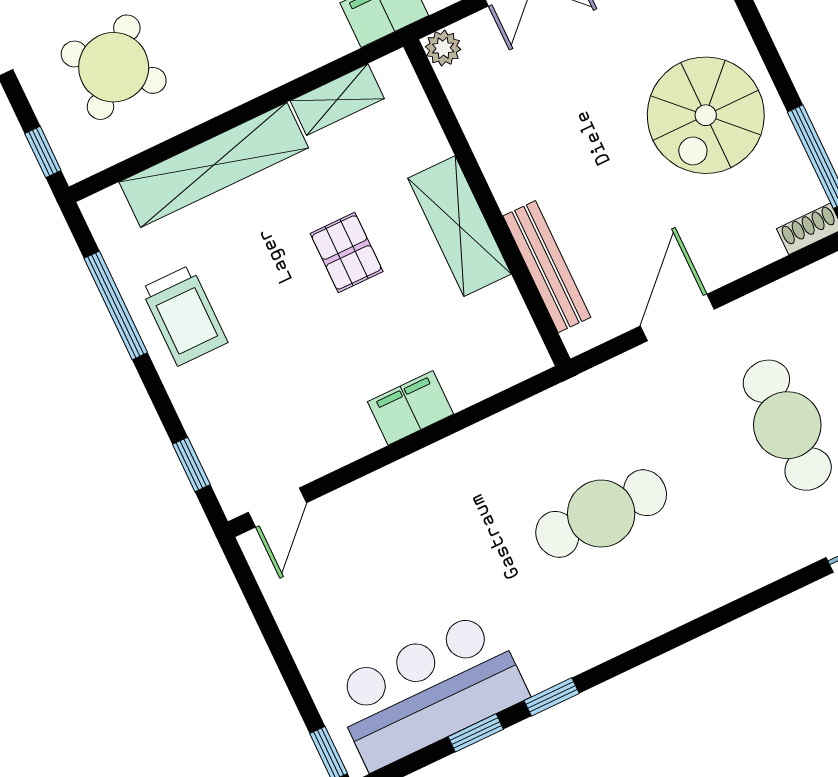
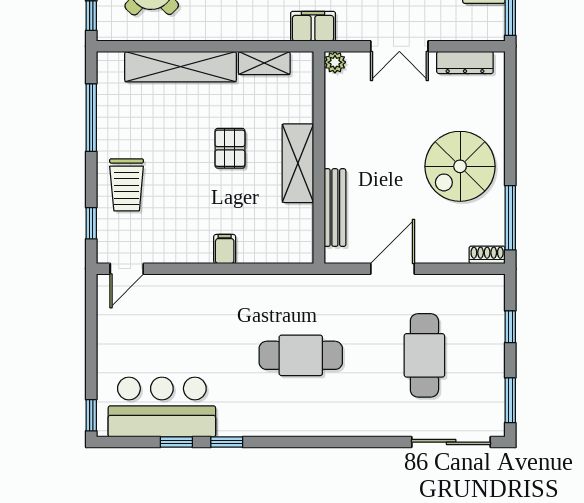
trolley: (184, 315) -> (127, 185), moved
filing cabinet: (411, 408) -> (225, 249), width x0.50

